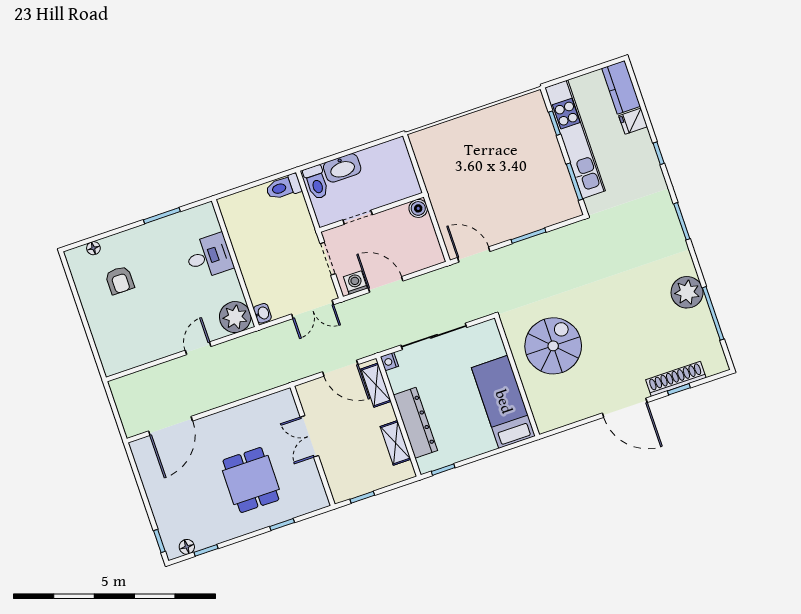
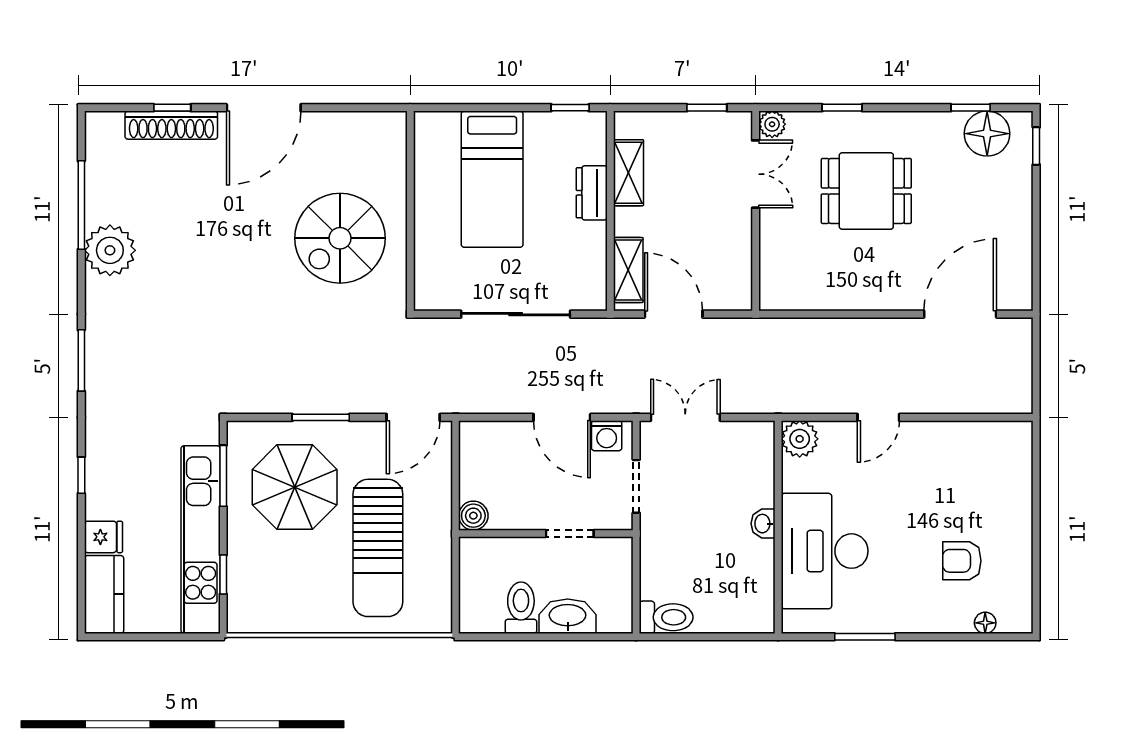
sun lounger: (468, 170) -> (378, 548), added
toilet: (316, 182) -> (521, 608), moved
parasol: (530, 189) -> (295, 487), added
door: (474, 254) -> (413, 417), hinge flipped
desk: (209, 256) -> (825, 551), width x1.87, depth x1.30
armchair: (120, 280) -> (962, 561), turned -90
washbasin: (262, 313) -> (763, 524), moved
plant: (235, 317) -> (800, 439), width x0.73, depth x0.73
nightstand: (389, 362) -> (596, 299), removed
bed: (503, 402) -> (492, 179), moved
door: (625, 408) -> (264, 108), swing flipped
dresser: (415, 423) -> (592, 193), width x0.51, depth x0.80
double door: (309, 436) -> (756, 174), moved
dining table: (251, 480) -> (866, 191), turned 90
plant: (320, 501) -> (772, 124), added
floor lamp: (187, 547) -> (987, 134), width x1.89, depth x1.89

